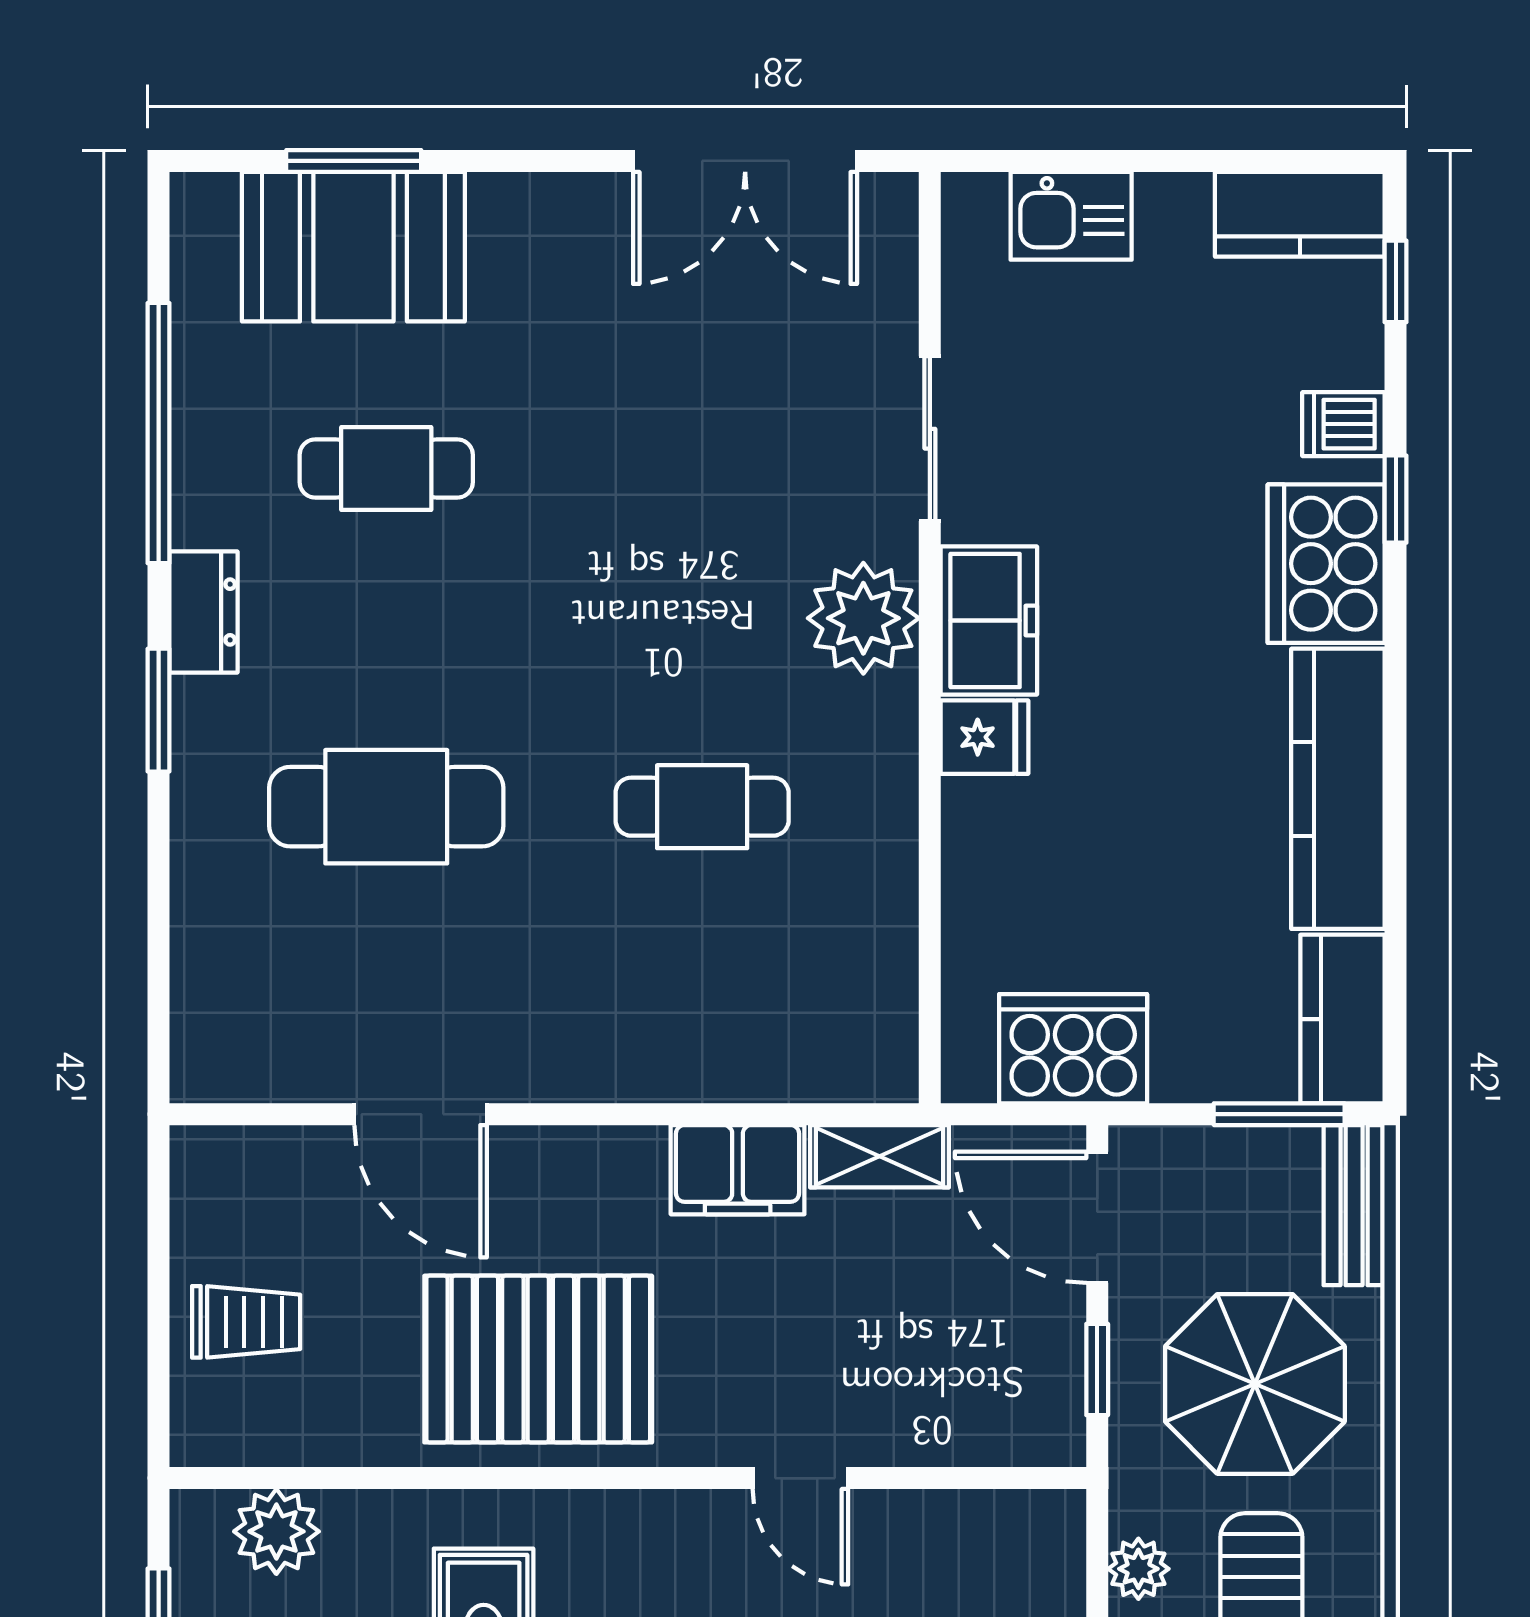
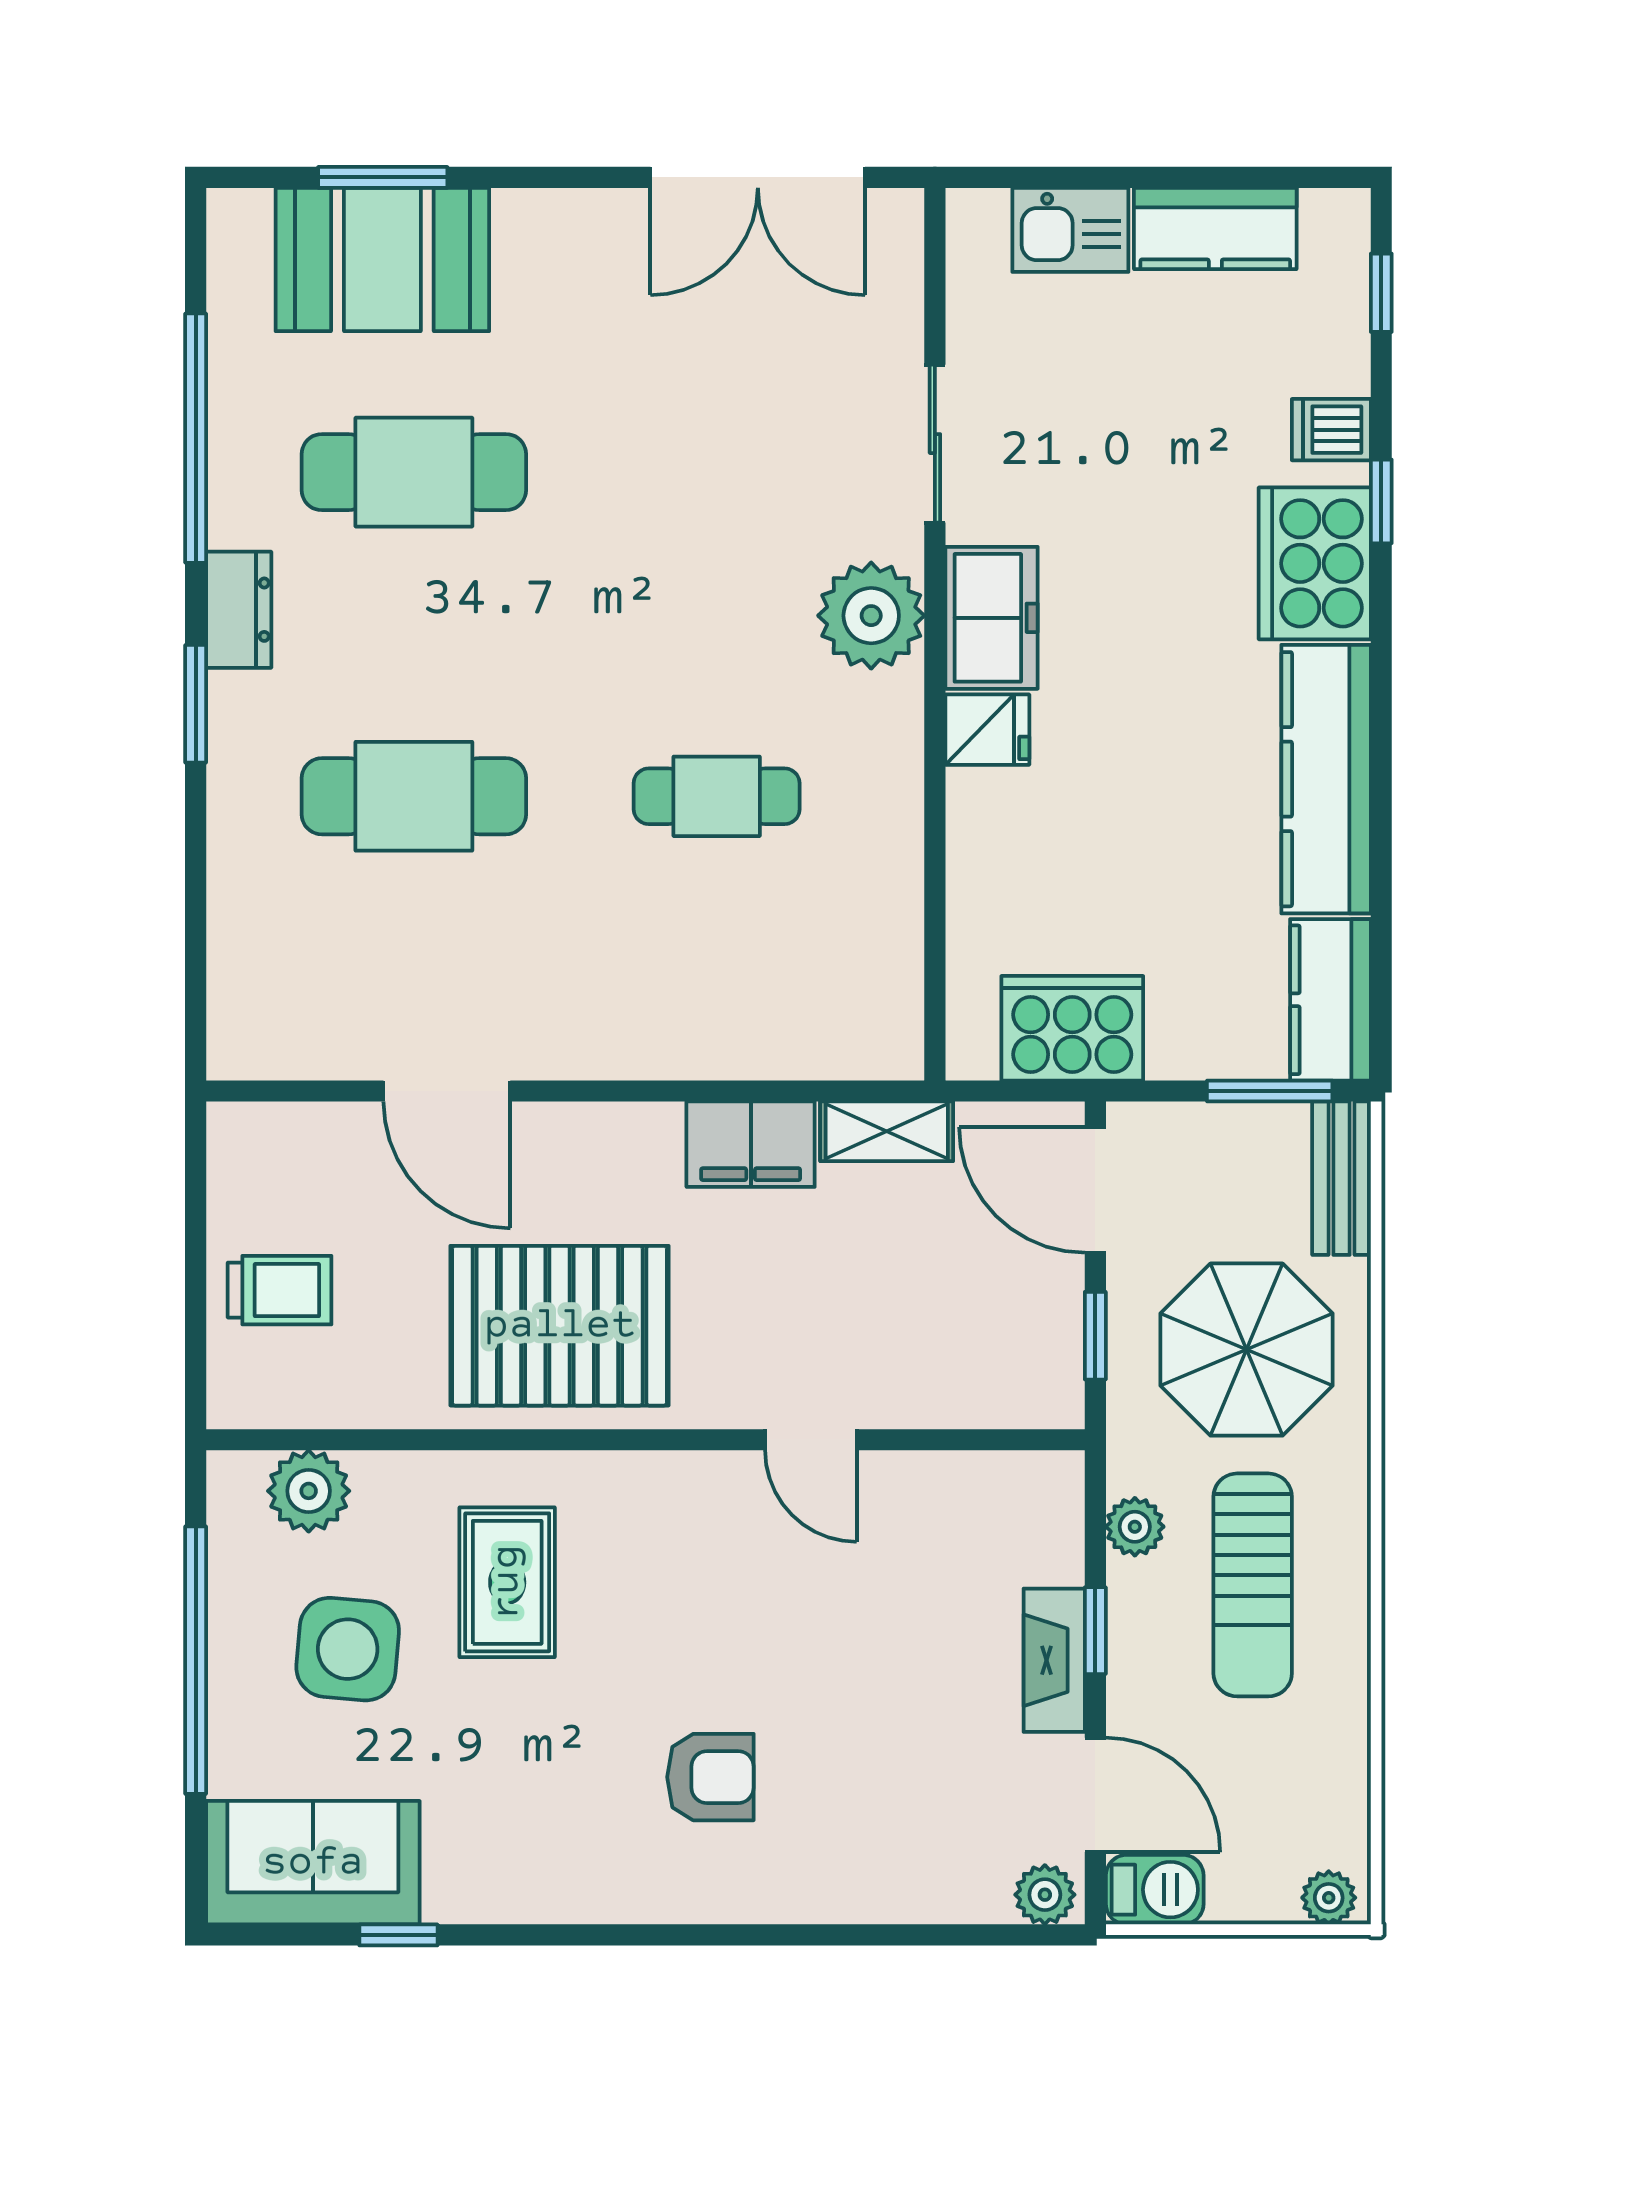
kitchen counter: (1300, 214) -> (1215, 228), moved
cafe table: (386, 468) -> (414, 472), width x1.37, depth x1.35

